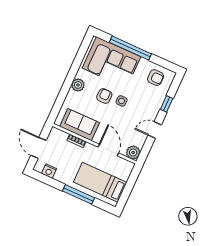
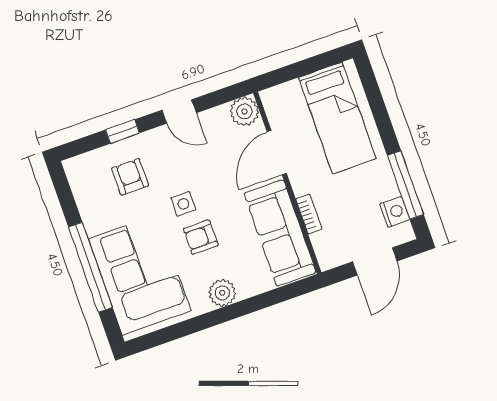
armchair: (156, 78) -> (130, 177), moved
sofa: (80, 125) -> (280, 233), width x1.36
window: (79, 194) -> (405, 185), moved

